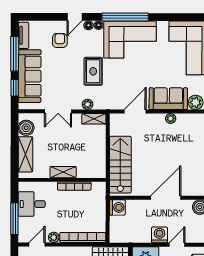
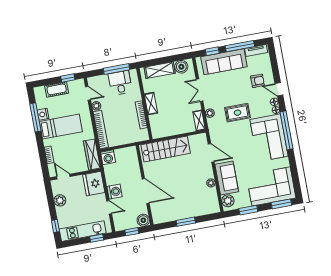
washing machine: (117, 207) -> (108, 157), moved
window: (14, 219) -> (117, 69), moved

